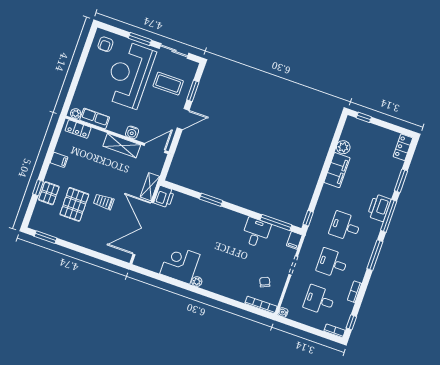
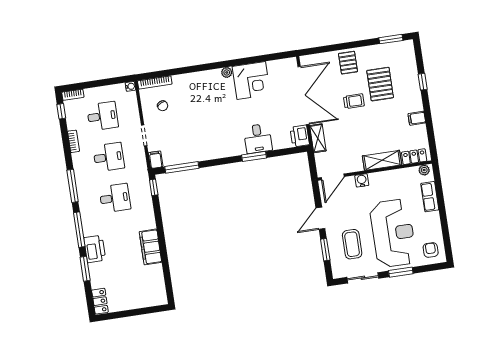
coffee table: (168, 84) -> (352, 244), turned 90
window: (364, 117) -> (151, 310), removed
row of seats: (95, 119) -> (430, 197), moved, turned 90
shelving: (122, 146) -> (382, 160), moved
plant: (343, 147) -> (156, 272), removed
pallet: (49, 193) -> (348, 63), moved
printer: (379, 208) -> (95, 249), moved
desk: (256, 233) -> (258, 139), moved

